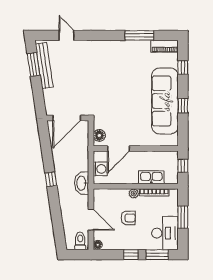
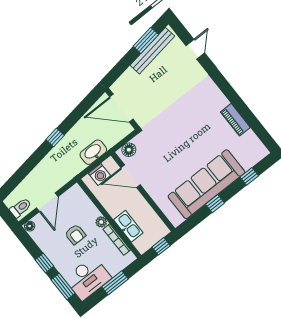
window: (139, 35) -> (247, 115), removed
piano: (165, 46) -> (235, 120), moved
washbasin: (82, 183) -> (93, 152), moved

